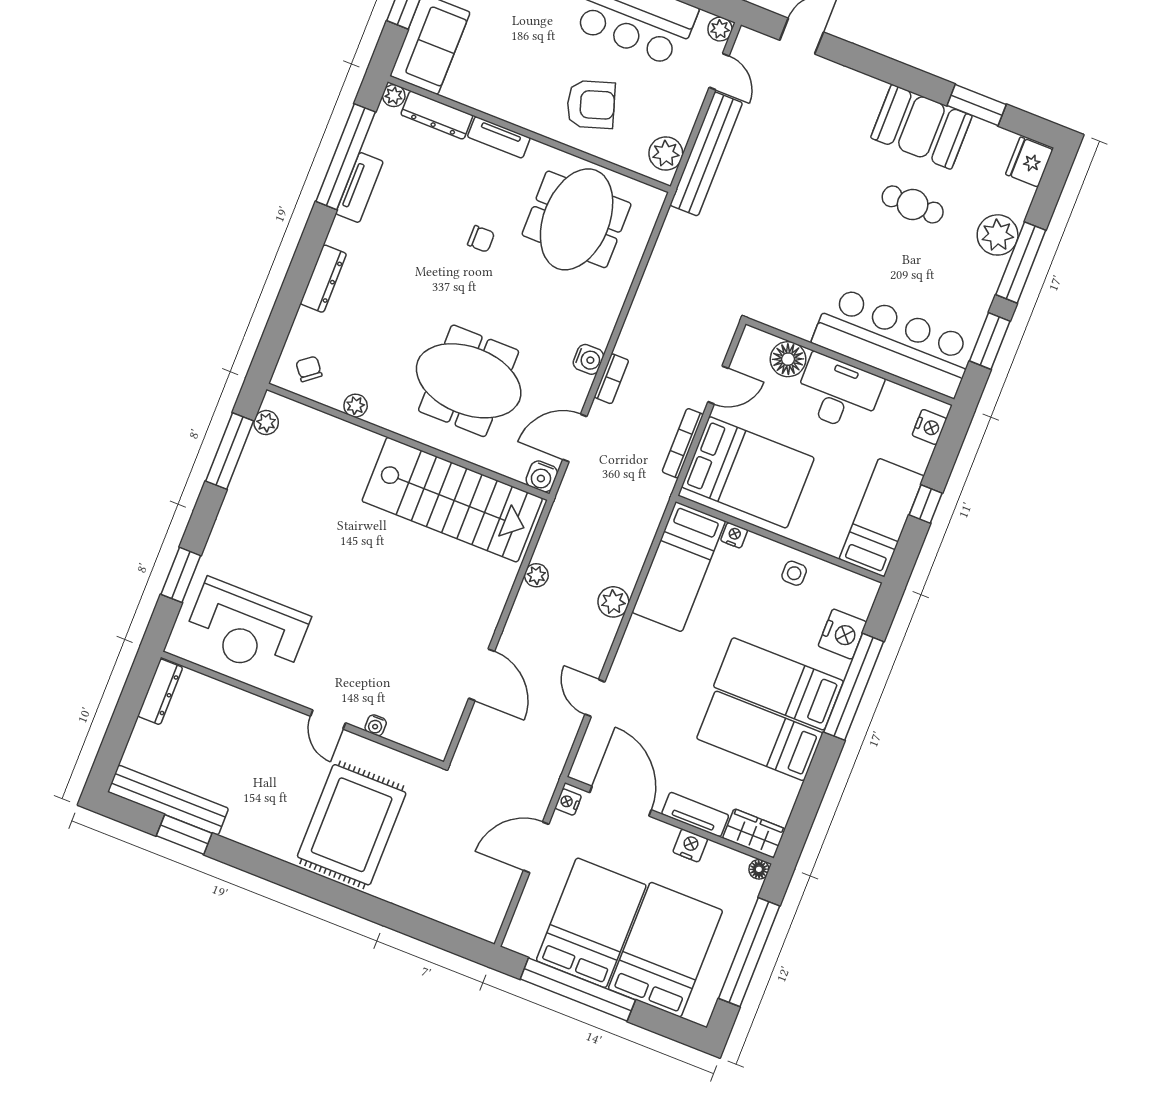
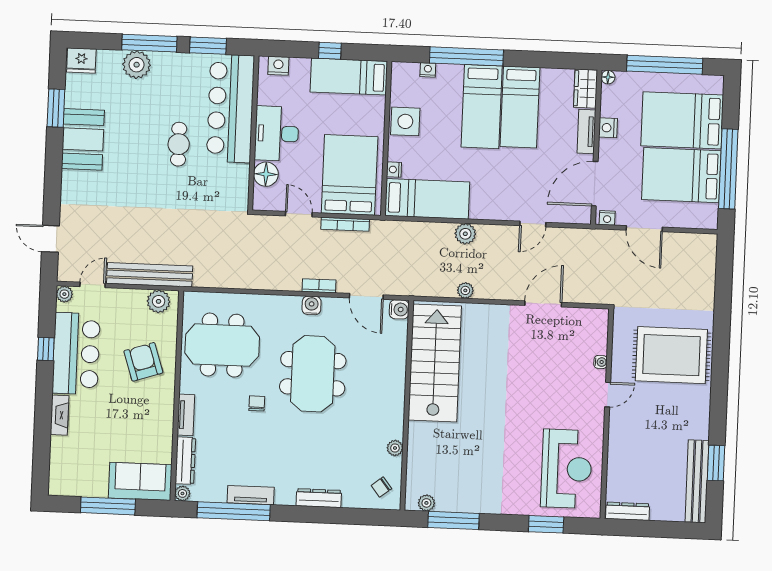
cafe table: (913, 204) -> (179, 144), moved
meeting table: (469, 381) -> (313, 374), moved
side table: (794, 573) -> (405, 121), width x1.87, depth x1.87
nightstand: (842, 634) -> (428, 70), width x0.53, depth x0.56

